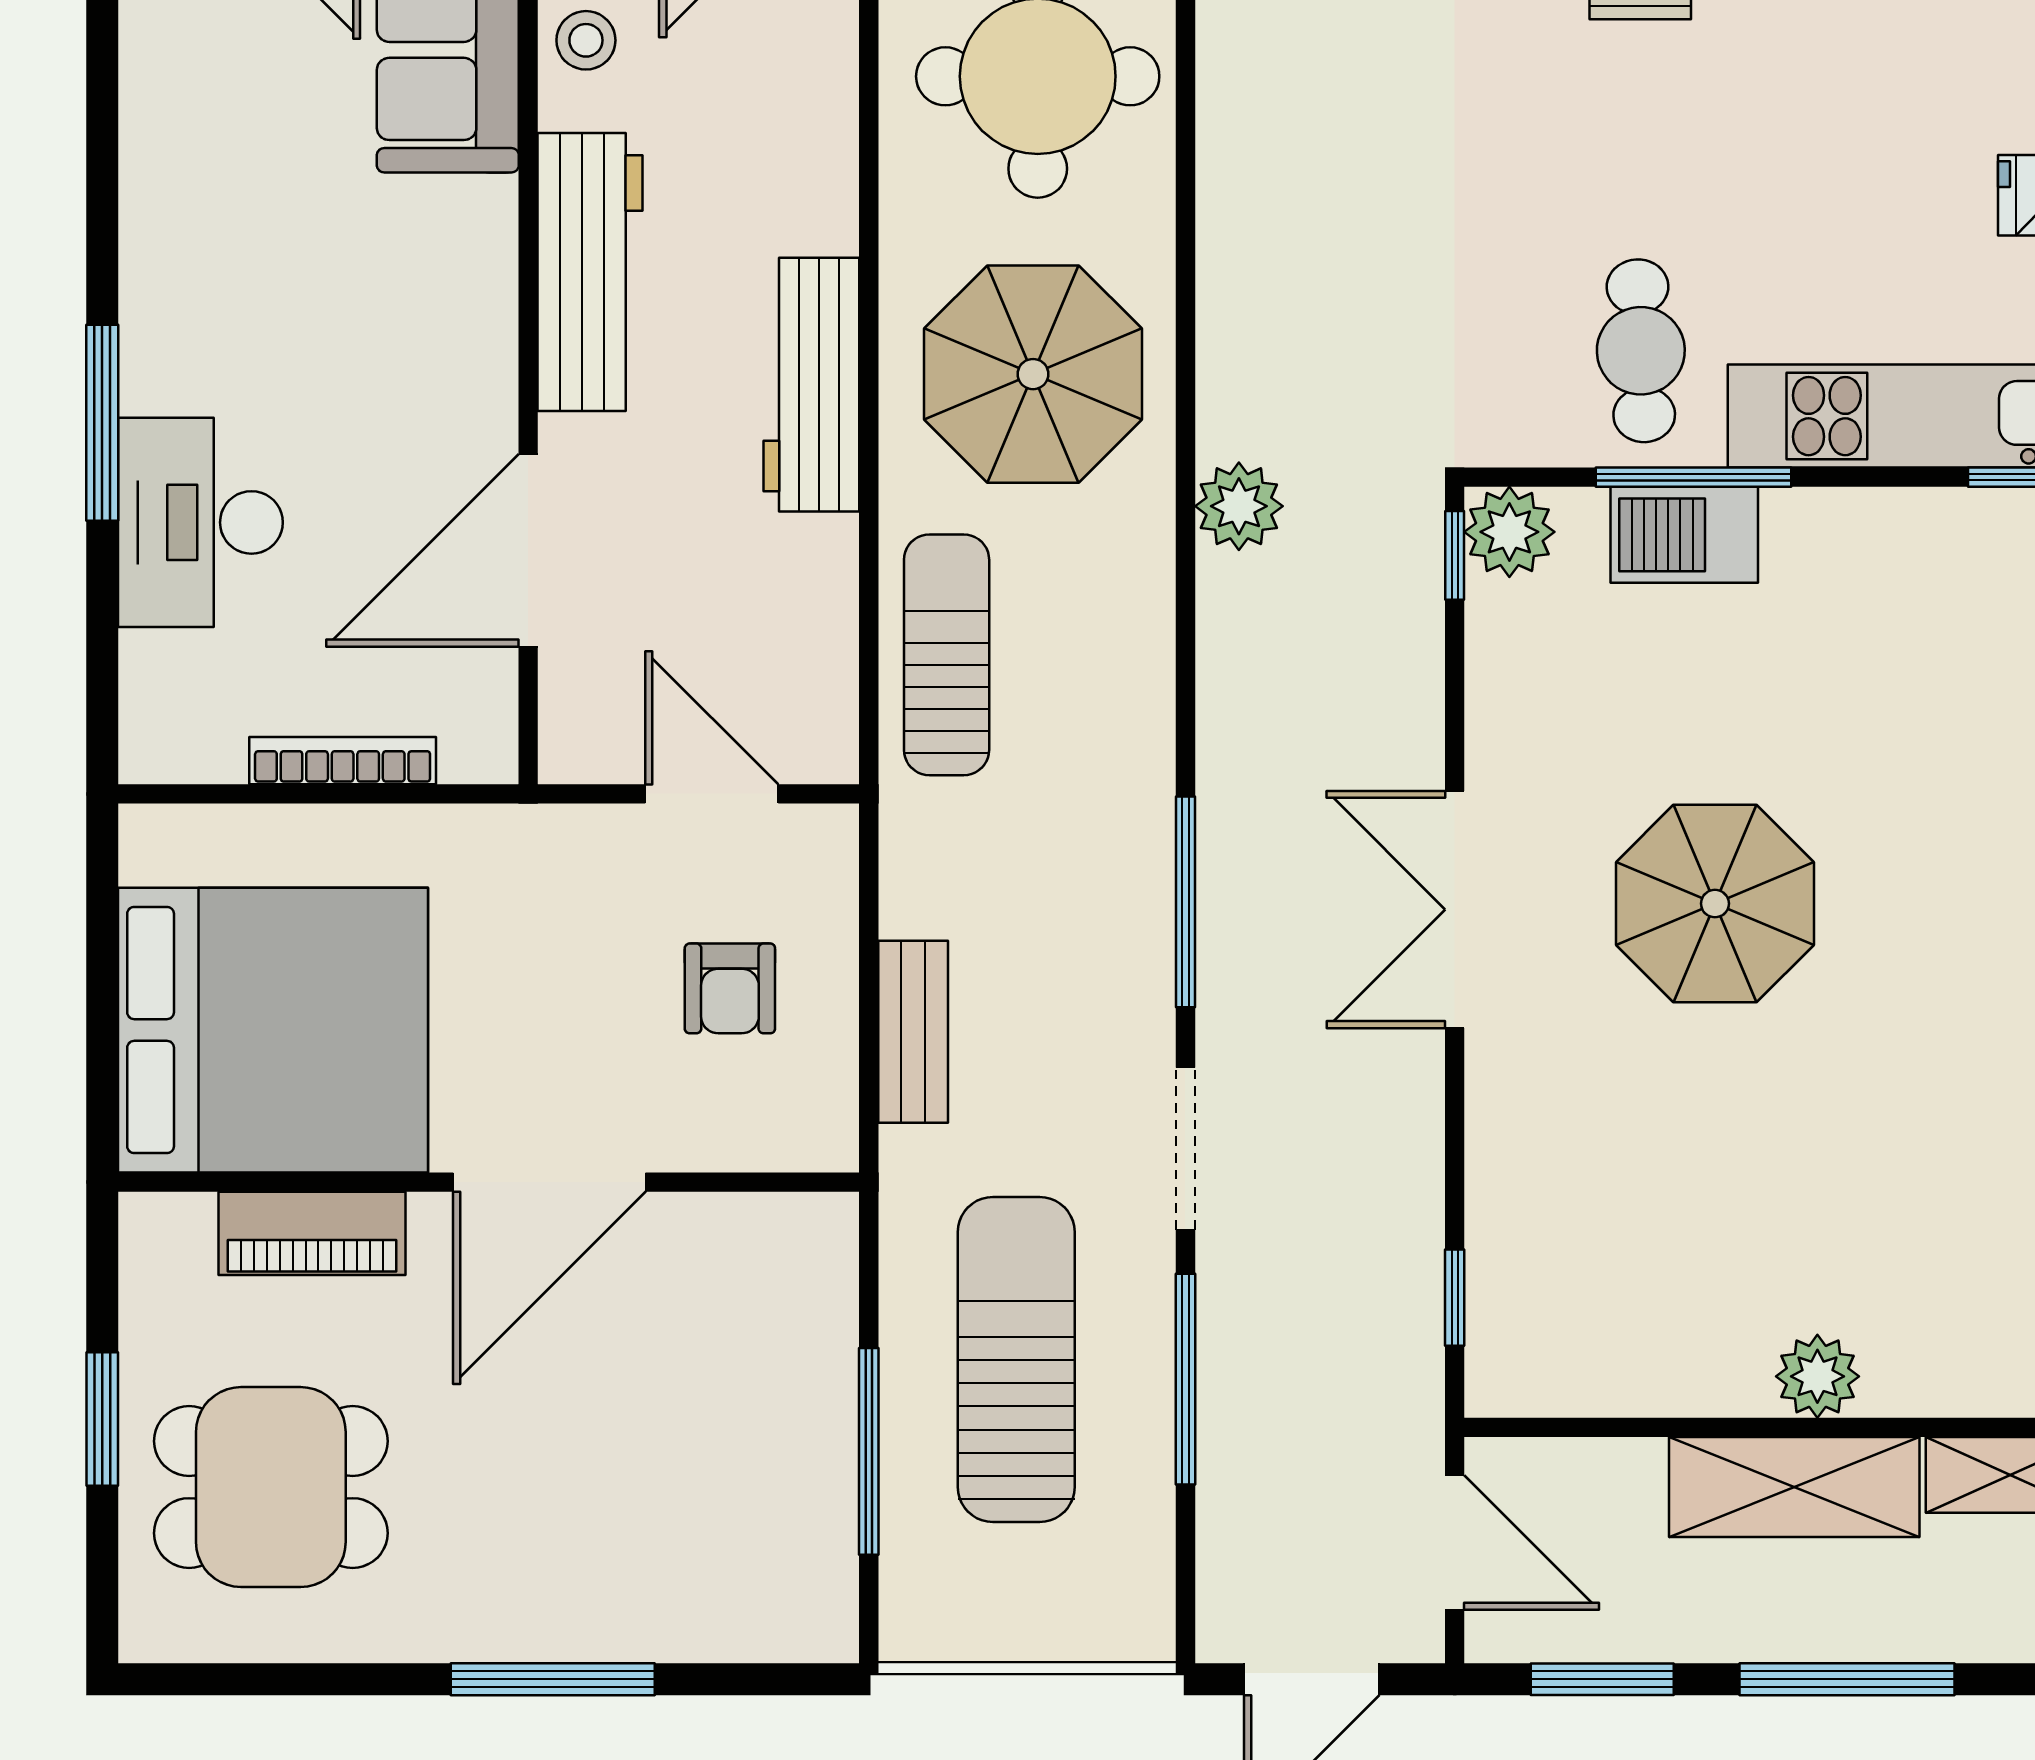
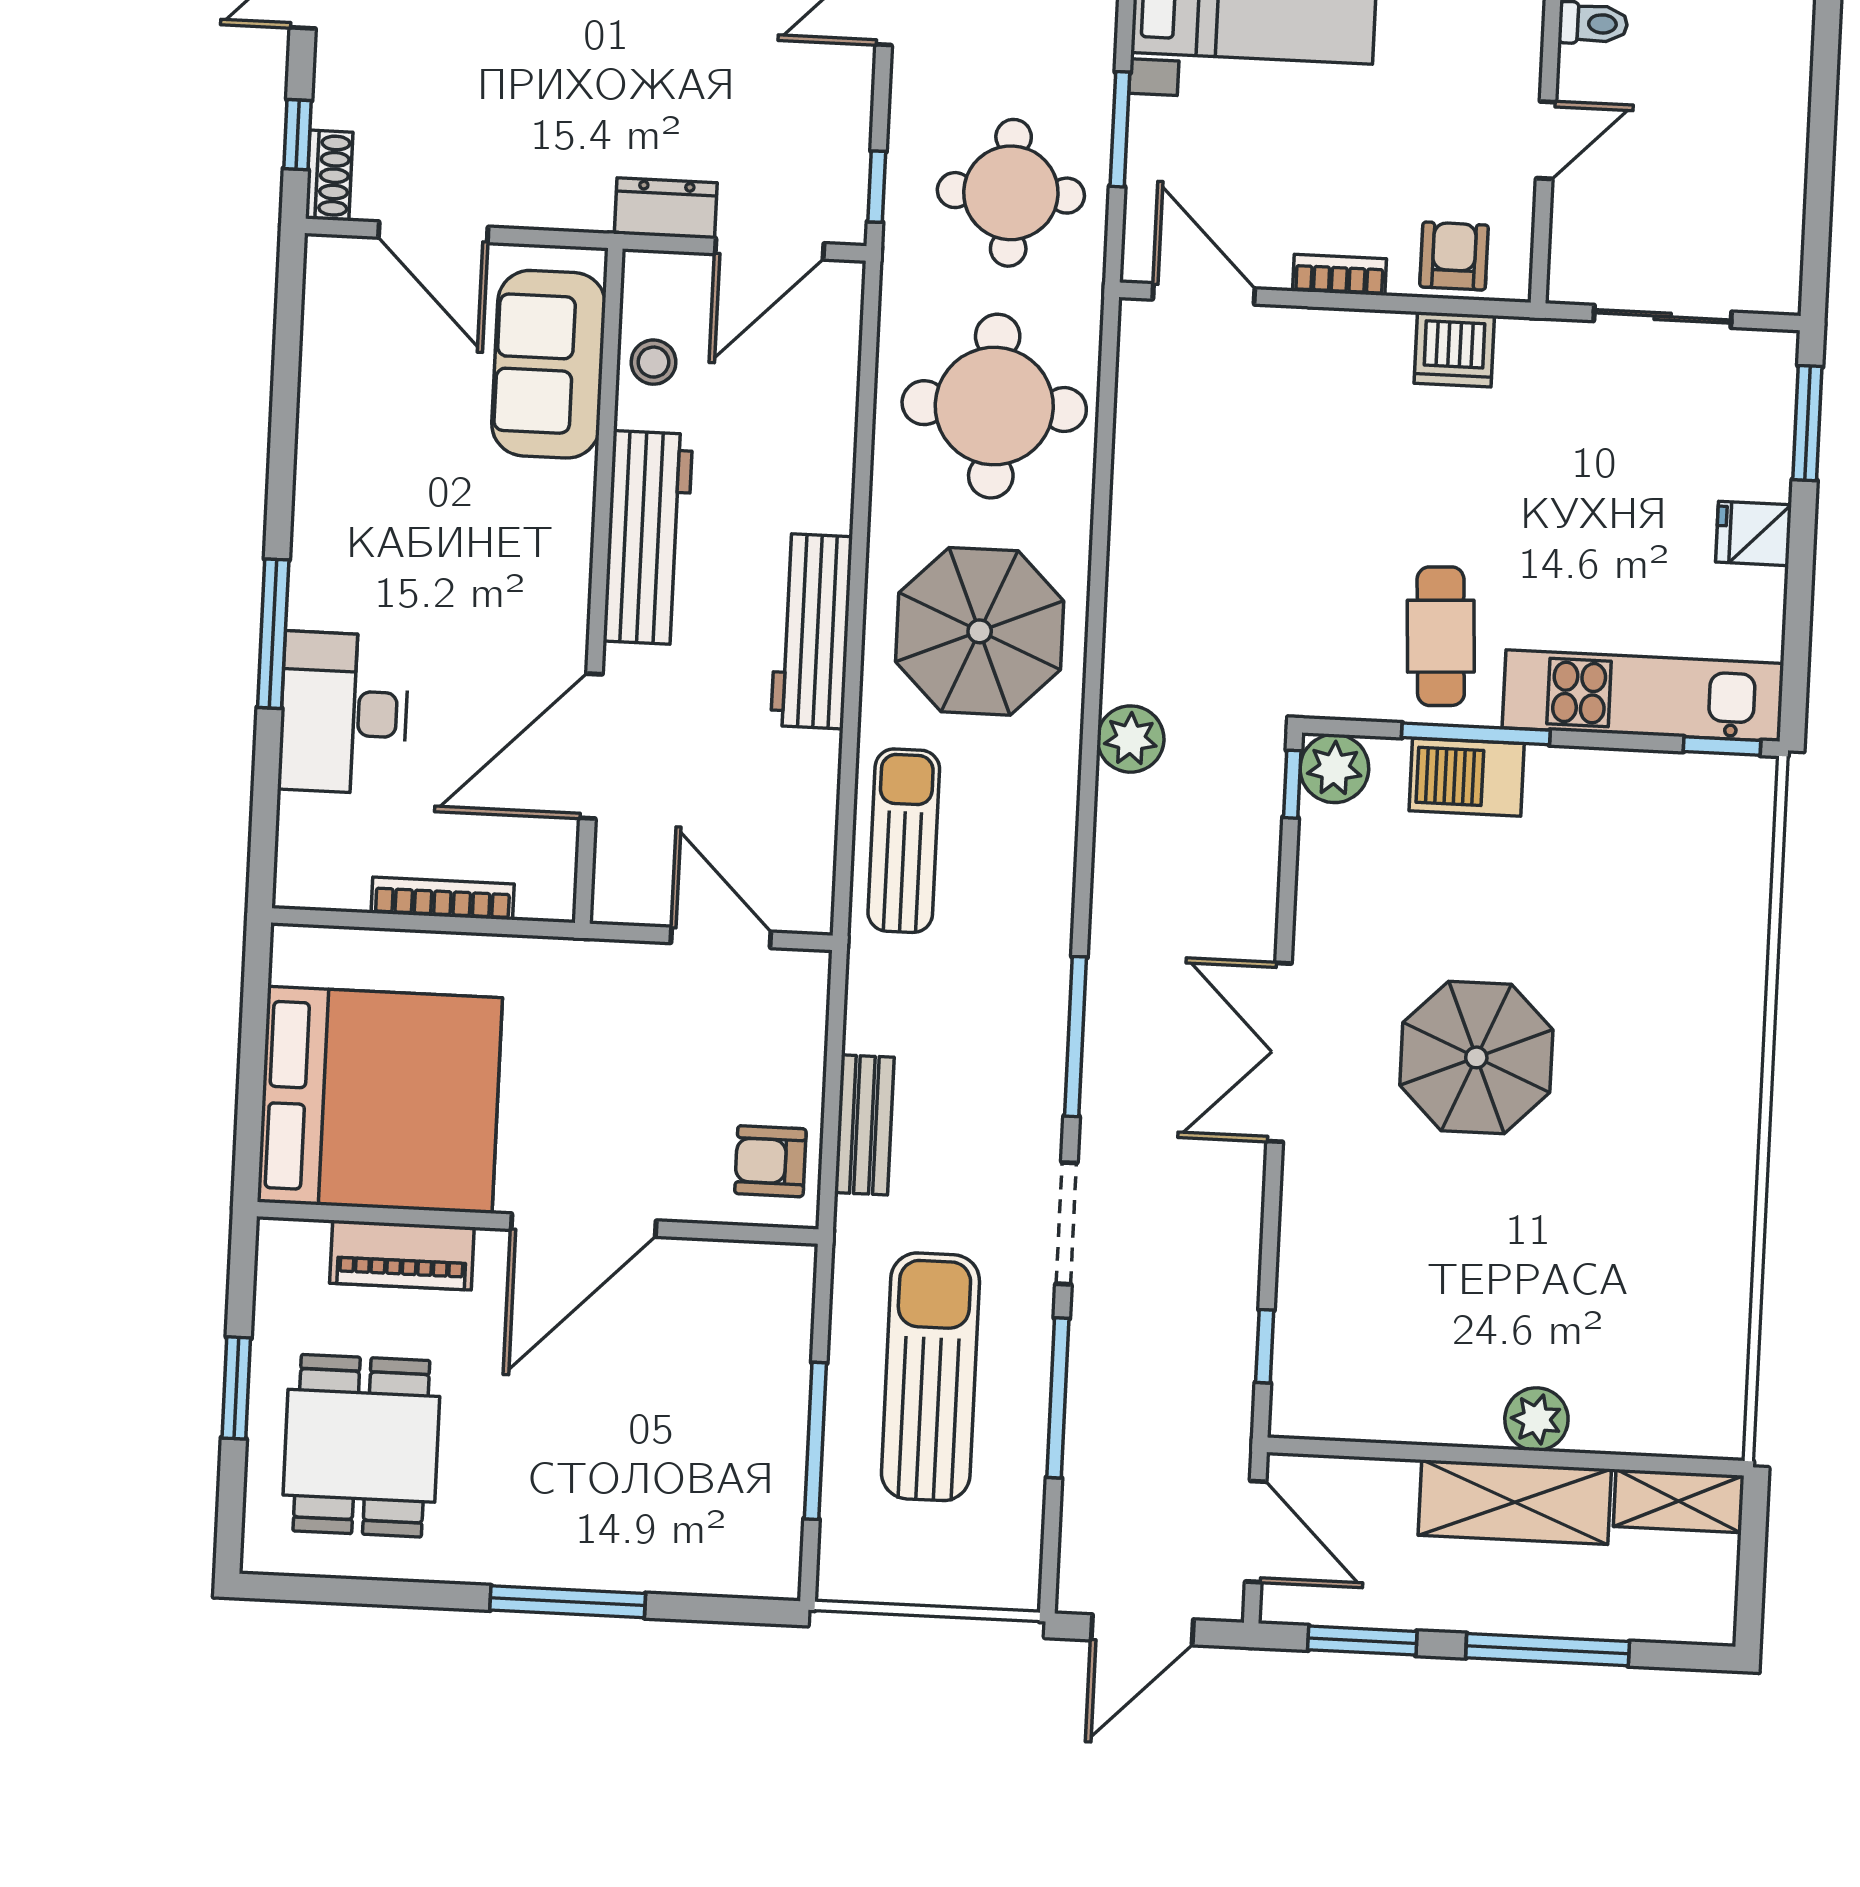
armchair: (730, 988) -> (770, 1161), moved, turned 90
dining table: (271, 1487) -> (361, 1446), turned 90

